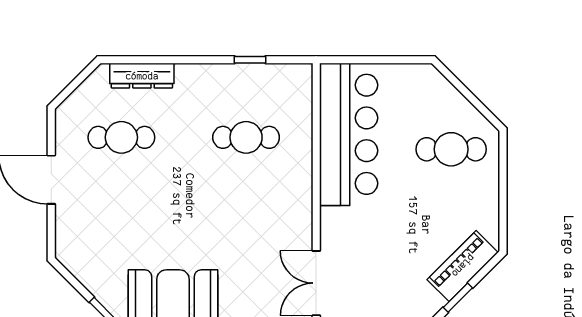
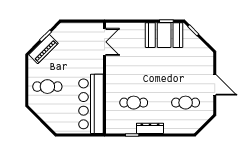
dresser: (142, 76) -> (150, 128), moved
cafe table: (451, 149) -> (47, 87), moved

